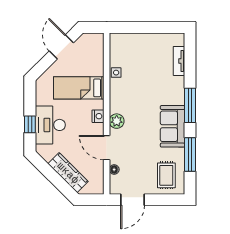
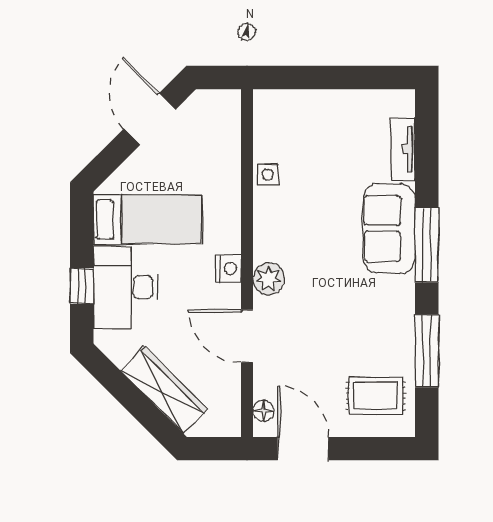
bed: (79, 88) -> (148, 220), moved, turned 180
sofa: (173, 126) -> (389, 228), moved
floor lamp: (114, 170) -> (263, 411), moved
rug: (166, 175) -> (376, 396), turned 90
door: (133, 200) -> (303, 449), swing flipped

